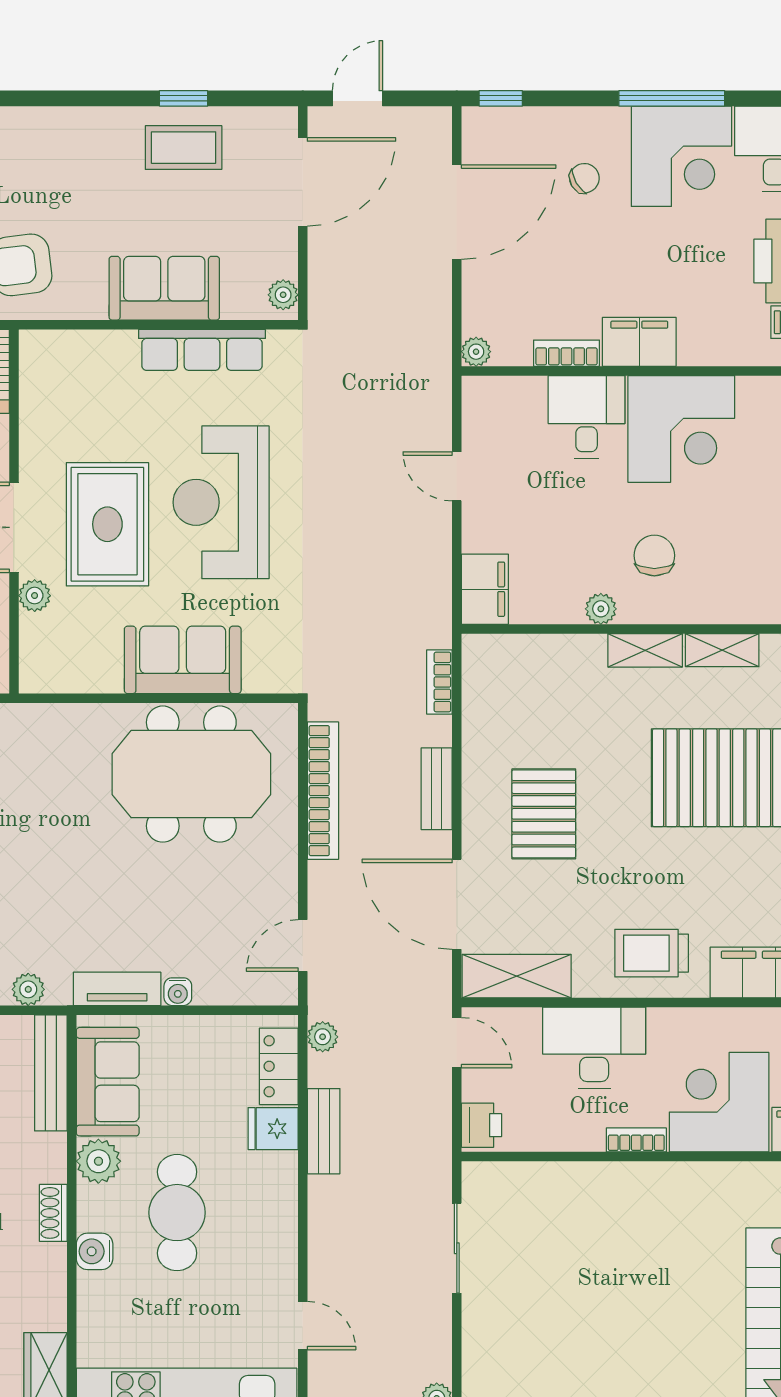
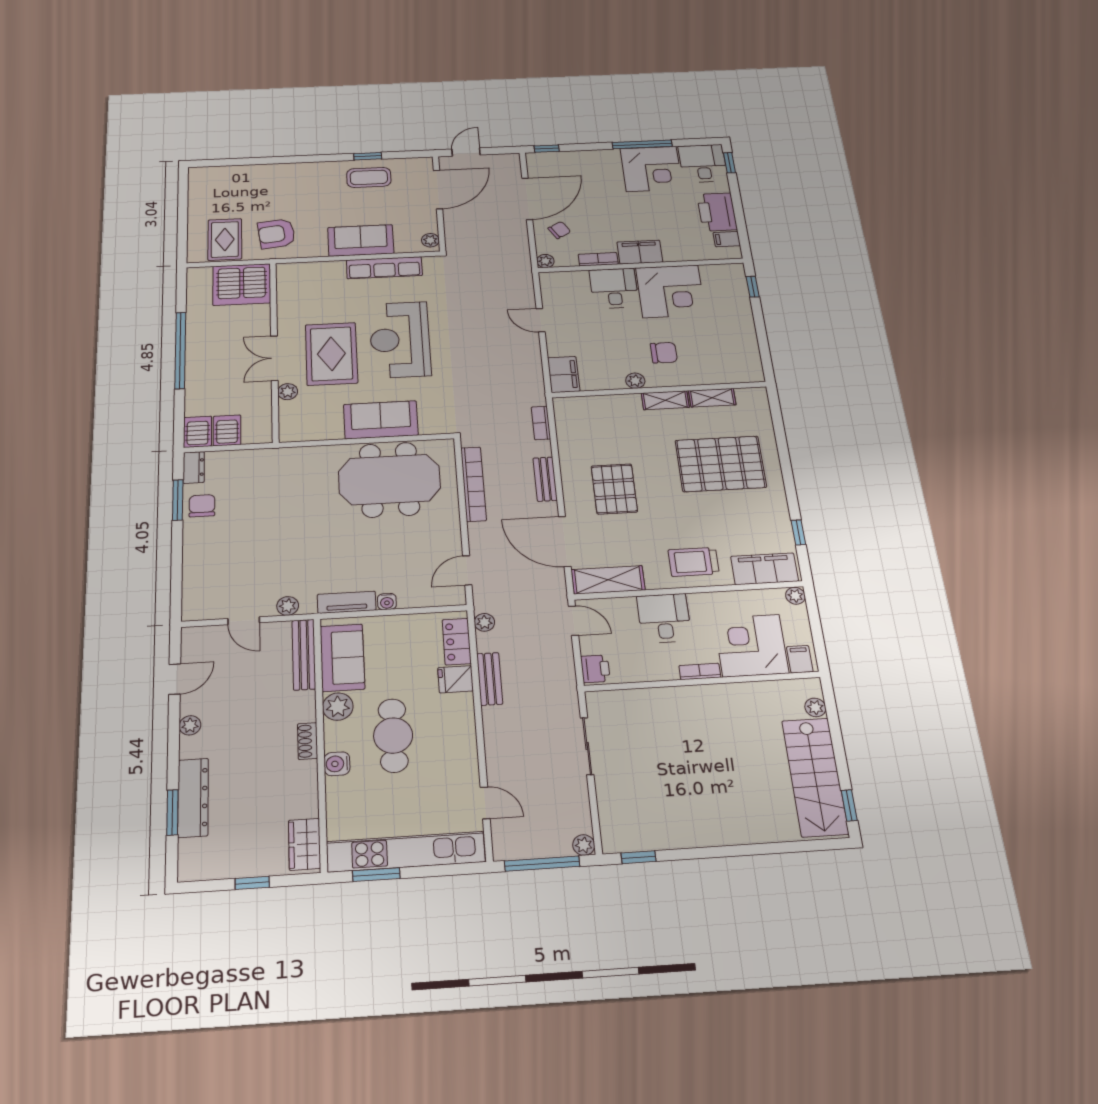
chair: (584, 178) -> (559, 230), moved
chair: (654, 555) -> (664, 353), turned 90
desk: (594, 1048) -> (664, 618), width x0.73

